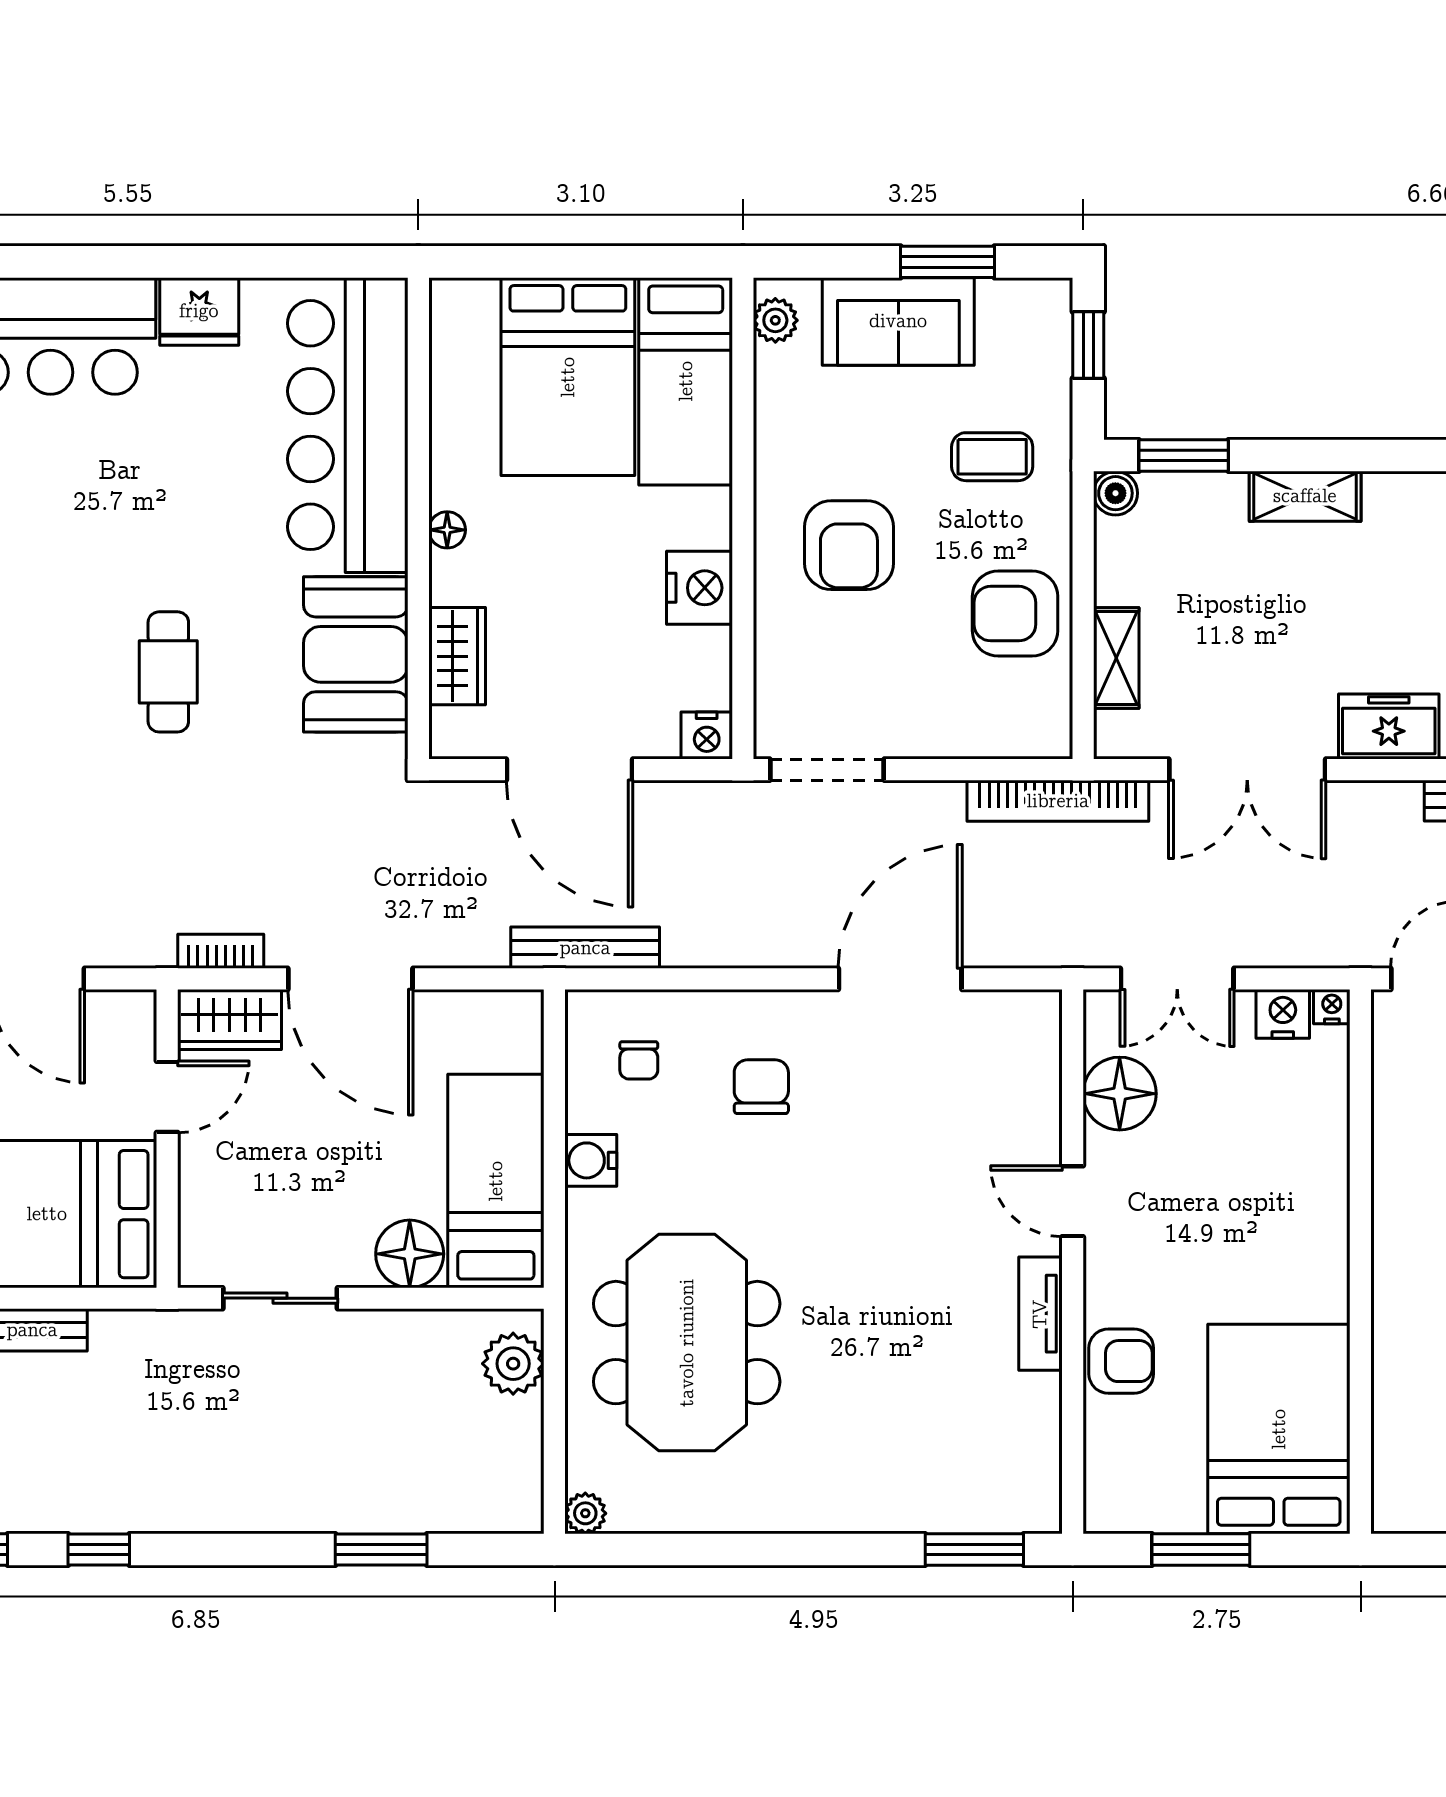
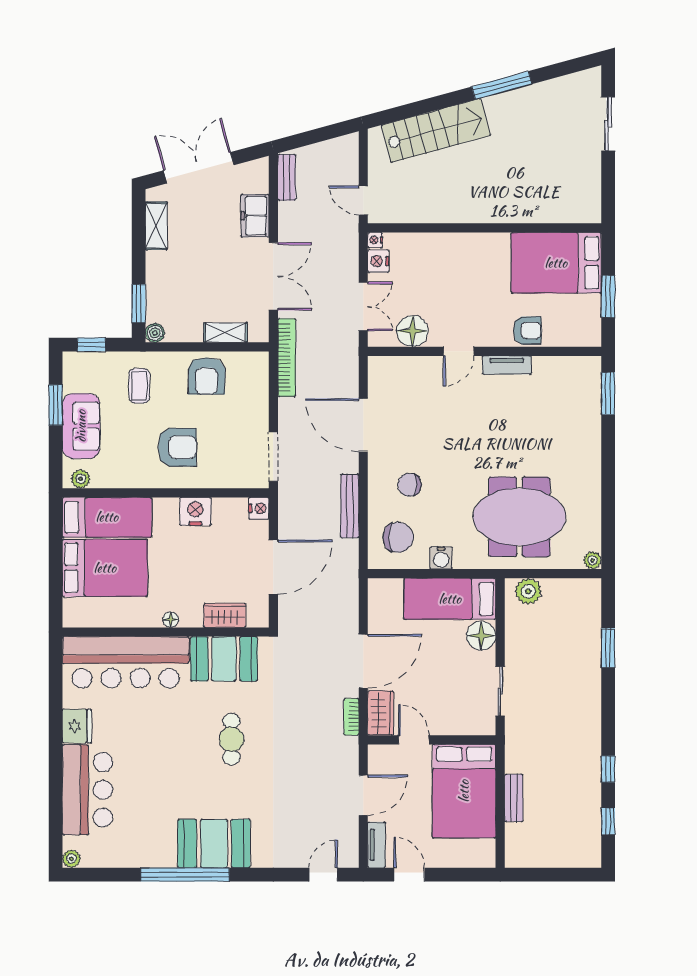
shelving: (1305, 496) -> (156, 226), moved
cafe table: (168, 672) -> (232, 739), turned 90
bench: (585, 948) -> (350, 506), moved
chair: (639, 1060) -> (398, 537), width x1.87, depth x1.87
armchair: (1121, 1361) -> (527, 330), turned 90

